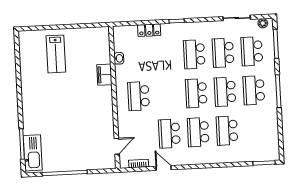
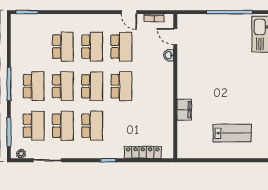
locker: (149, 30) -> (143, 152), width x1.53
lab bench: (56, 54) -> (232, 133), turned 90
washbasin: (119, 58) -> (169, 55), moved
school desk: (139, 96) -> (121, 86), moved
door: (117, 146) -> (175, 37), hinge flipped

